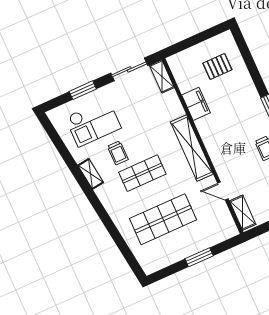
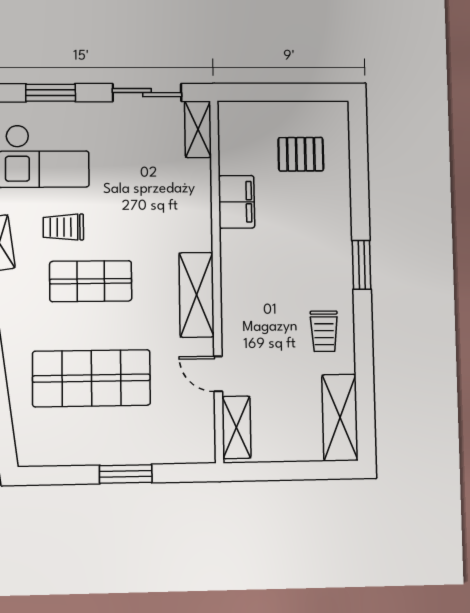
shelving: (192, 148) -> (197, 295), width x0.68
trolley: (118, 153) -> (63, 227), turned 90

